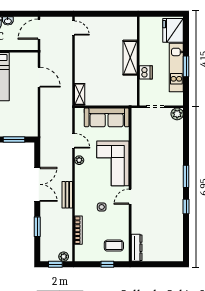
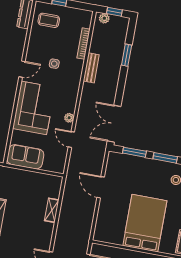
door: (39, 77) -> (101, 187), moved
shelving: (80, 94) -> (52, 210), moved
sofa: (107, 117) -> (25, 157), width x0.73
double door: (37, 184) -> (114, 124), moved
bench: (67, 195) -> (91, 68), moved

